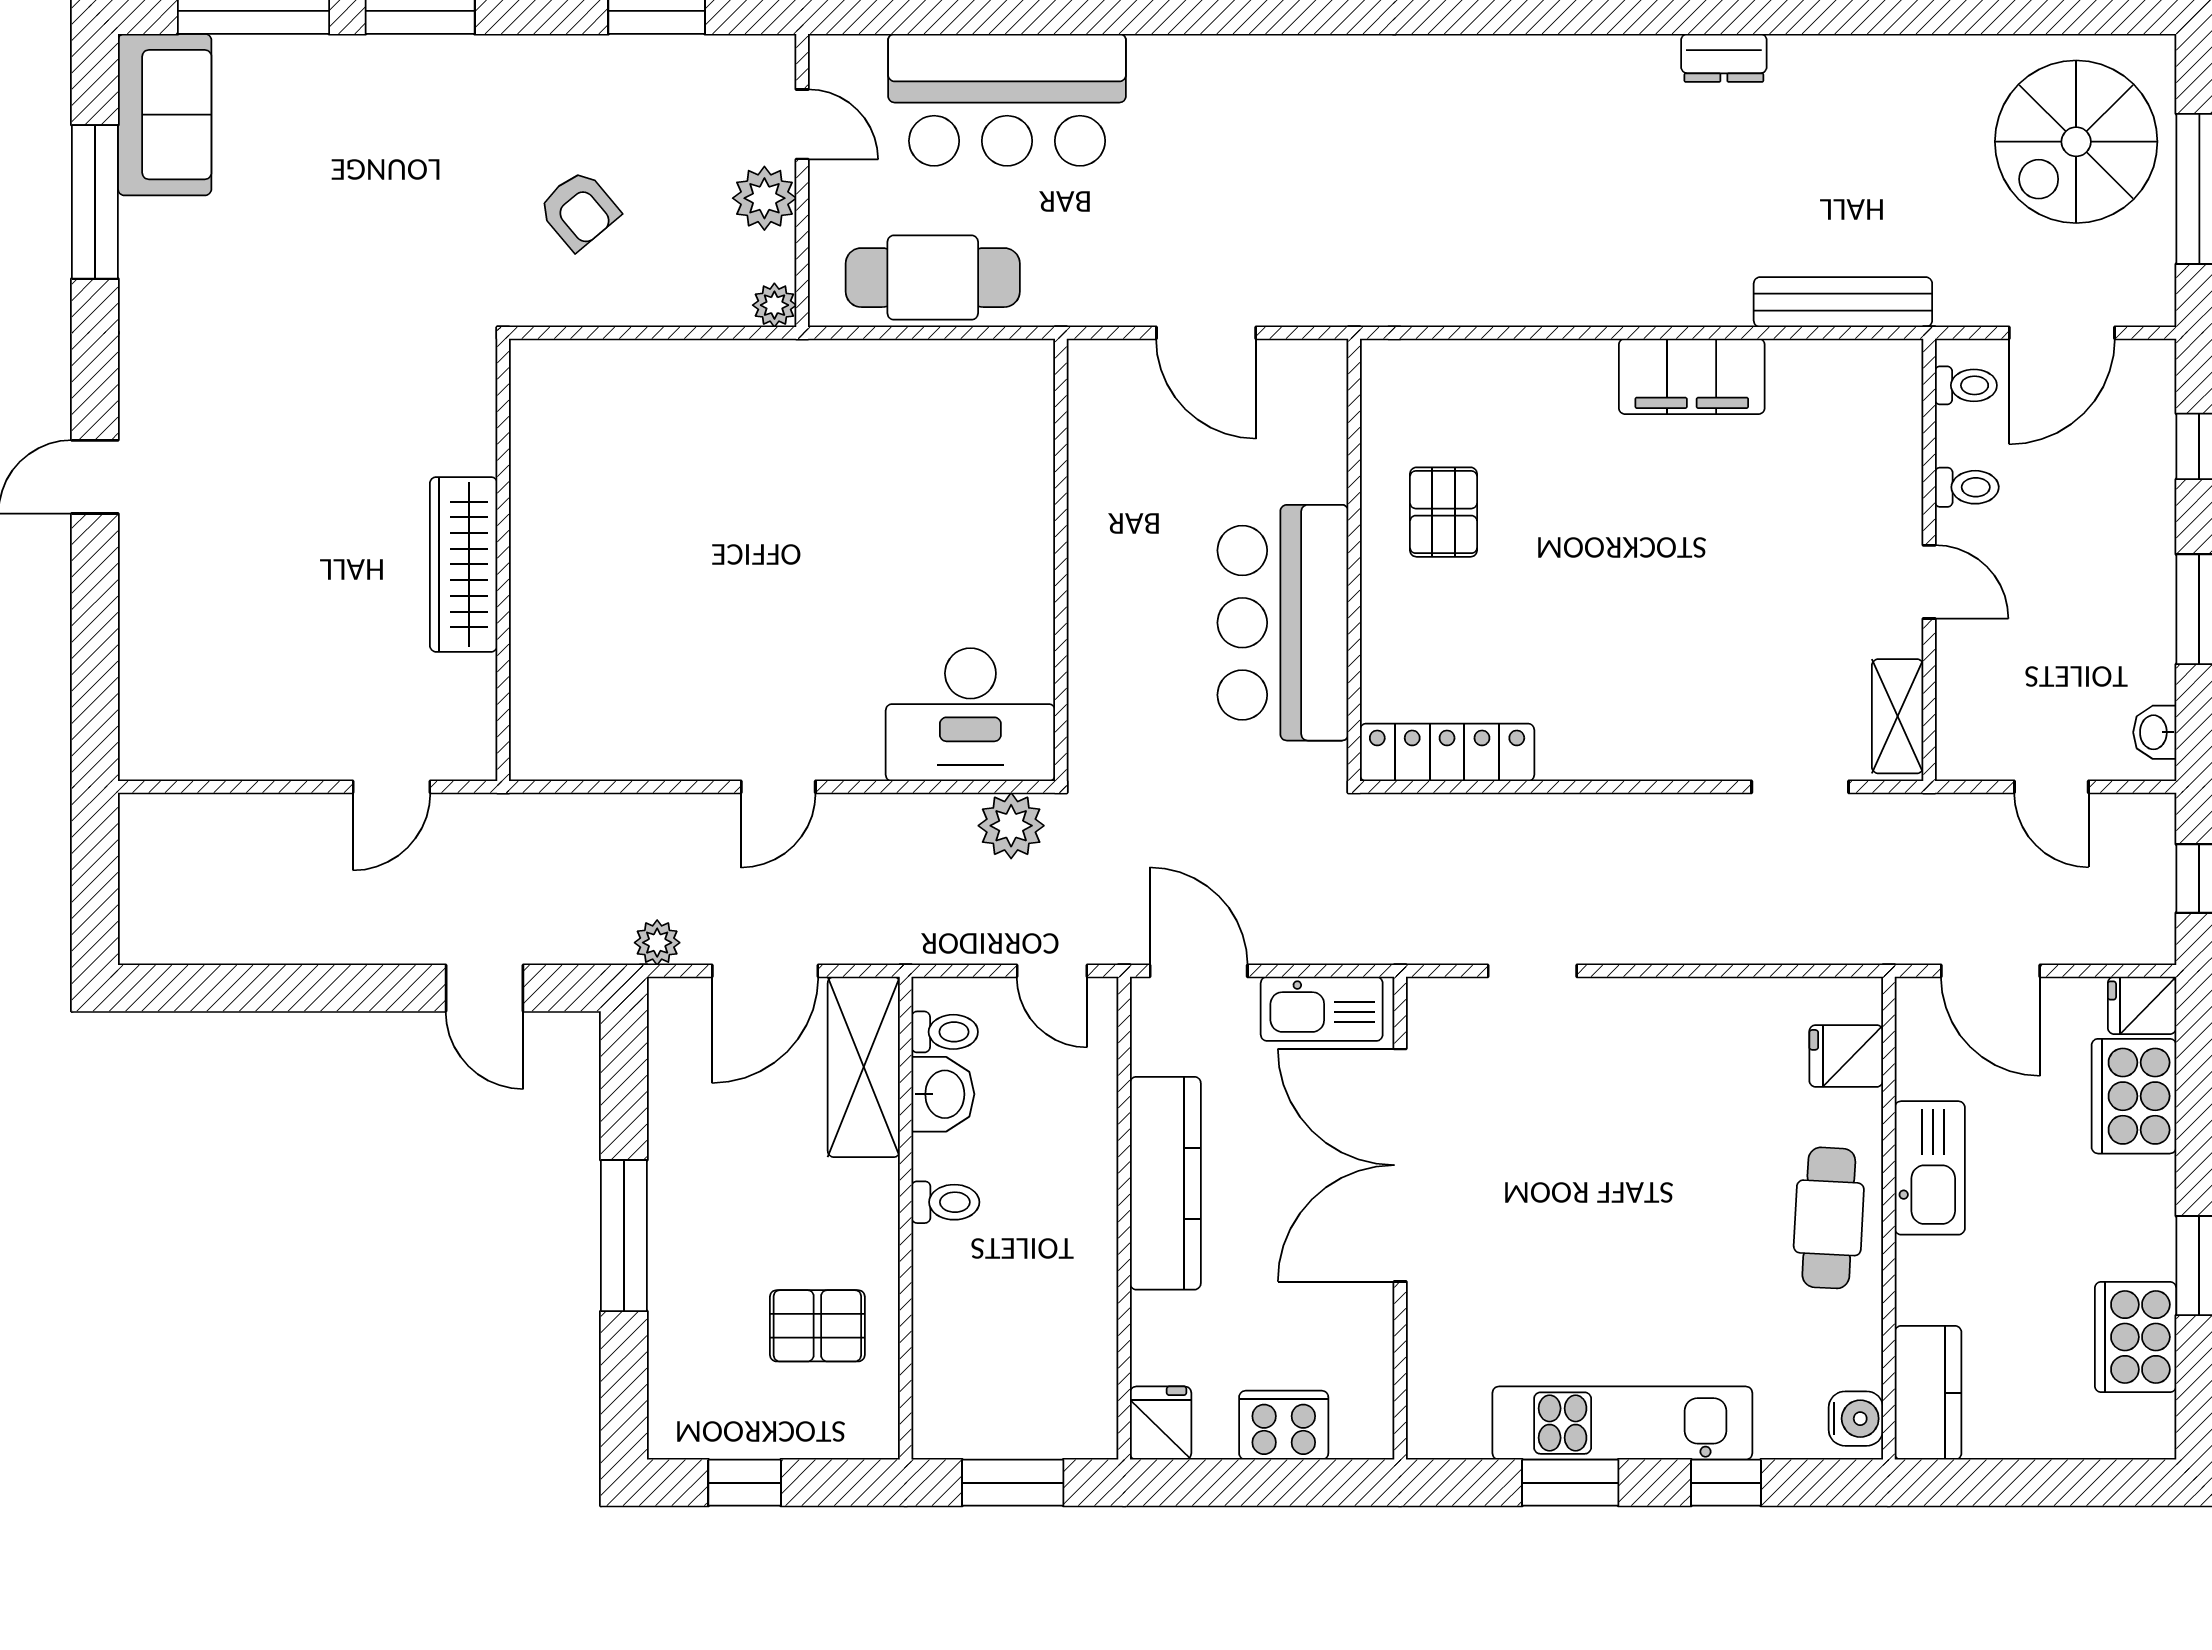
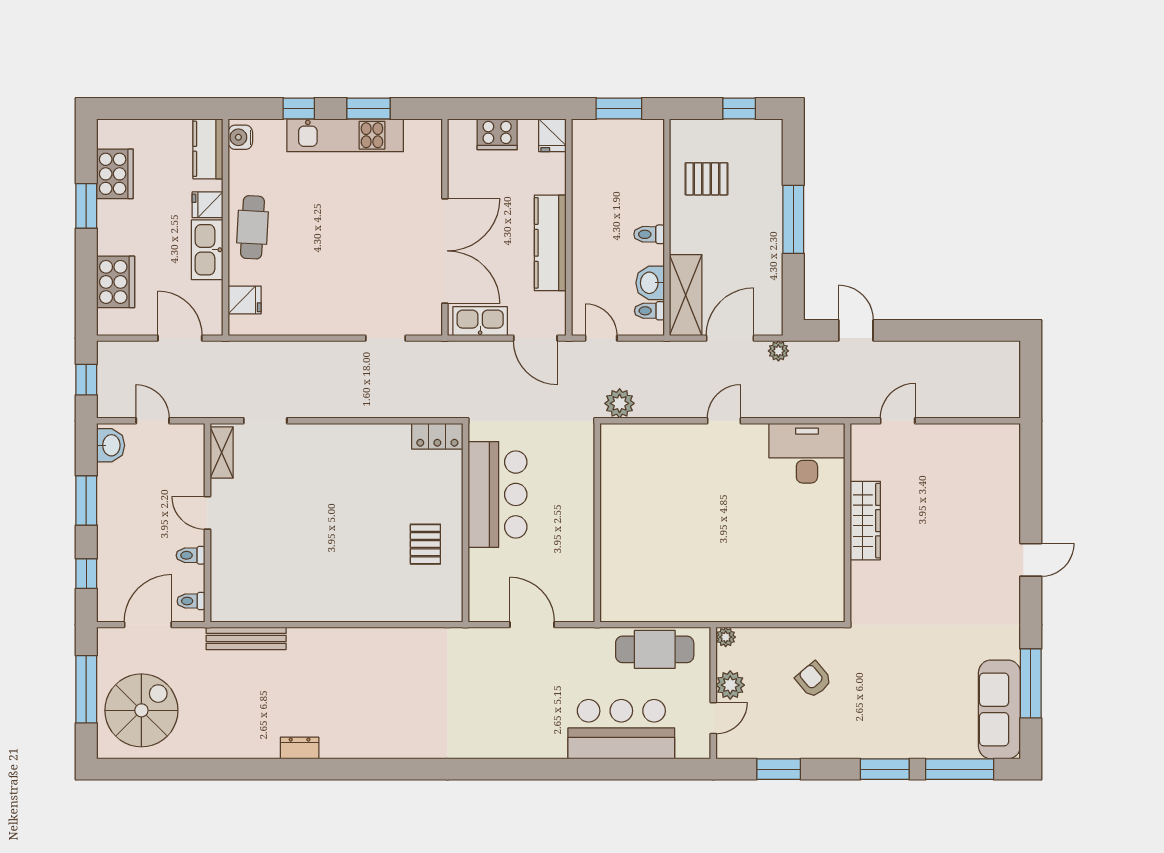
sofa: (165, 115) -> (999, 709), width x1.36
door: (802, 124) -> (713, 718), swing flipped
filing cabinet: (1692, 376) -> (314, 605), removed
desk: (970, 715) -> (807, 453), moved
washbasin: (2155, 732) -> (111, 445), width x1.38, depth x1.45
locker: (1447, 752) -> (437, 436), width x0.66
fridge: (2142, 1005) -> (208, 205), moved, turned 180

